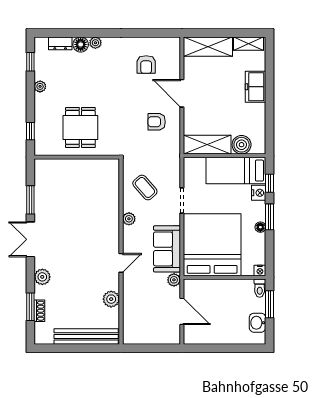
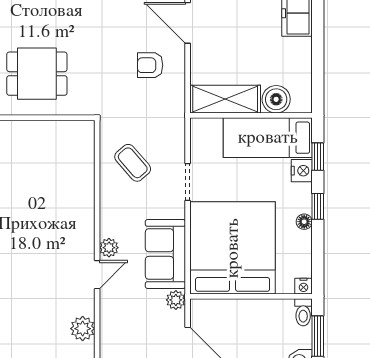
dining table: (80, 127) -> (37, 74), turned 90
window: (269, 217) -> (318, 206), width x0.67
plant: (129, 219) -> (109, 248), moved

